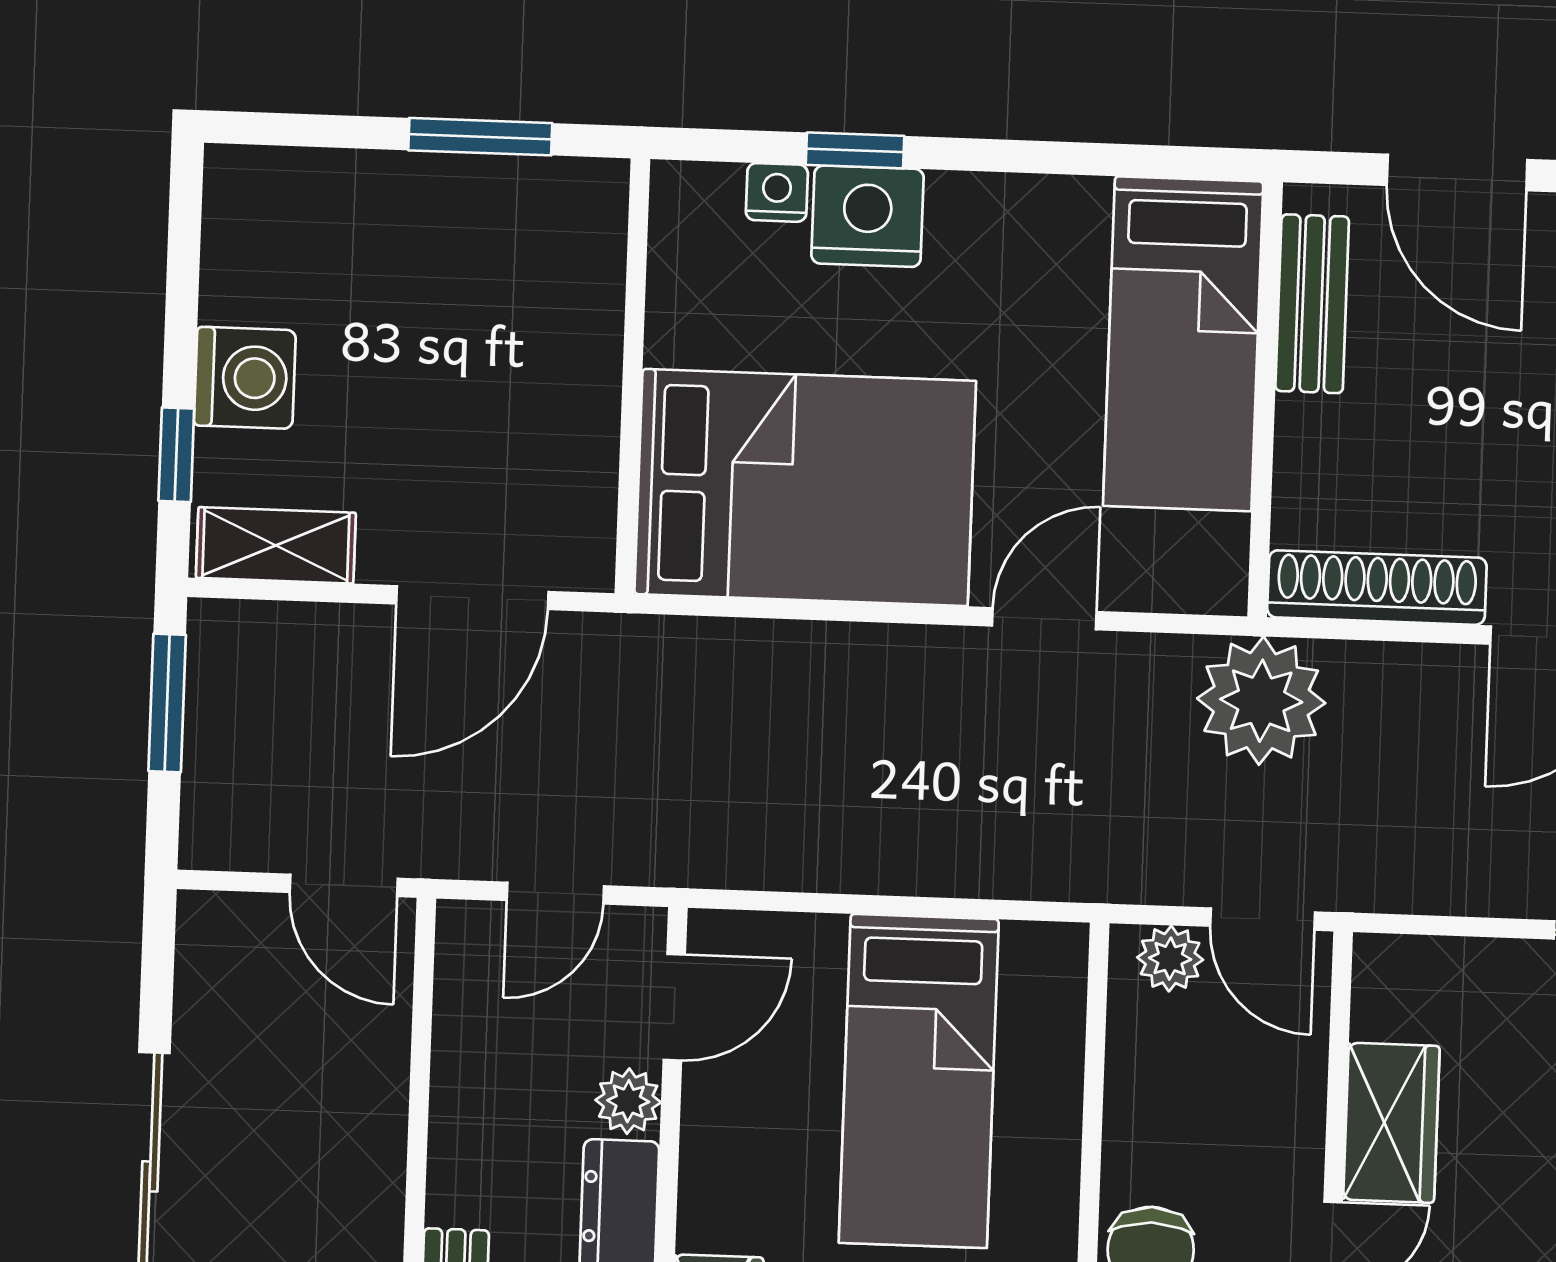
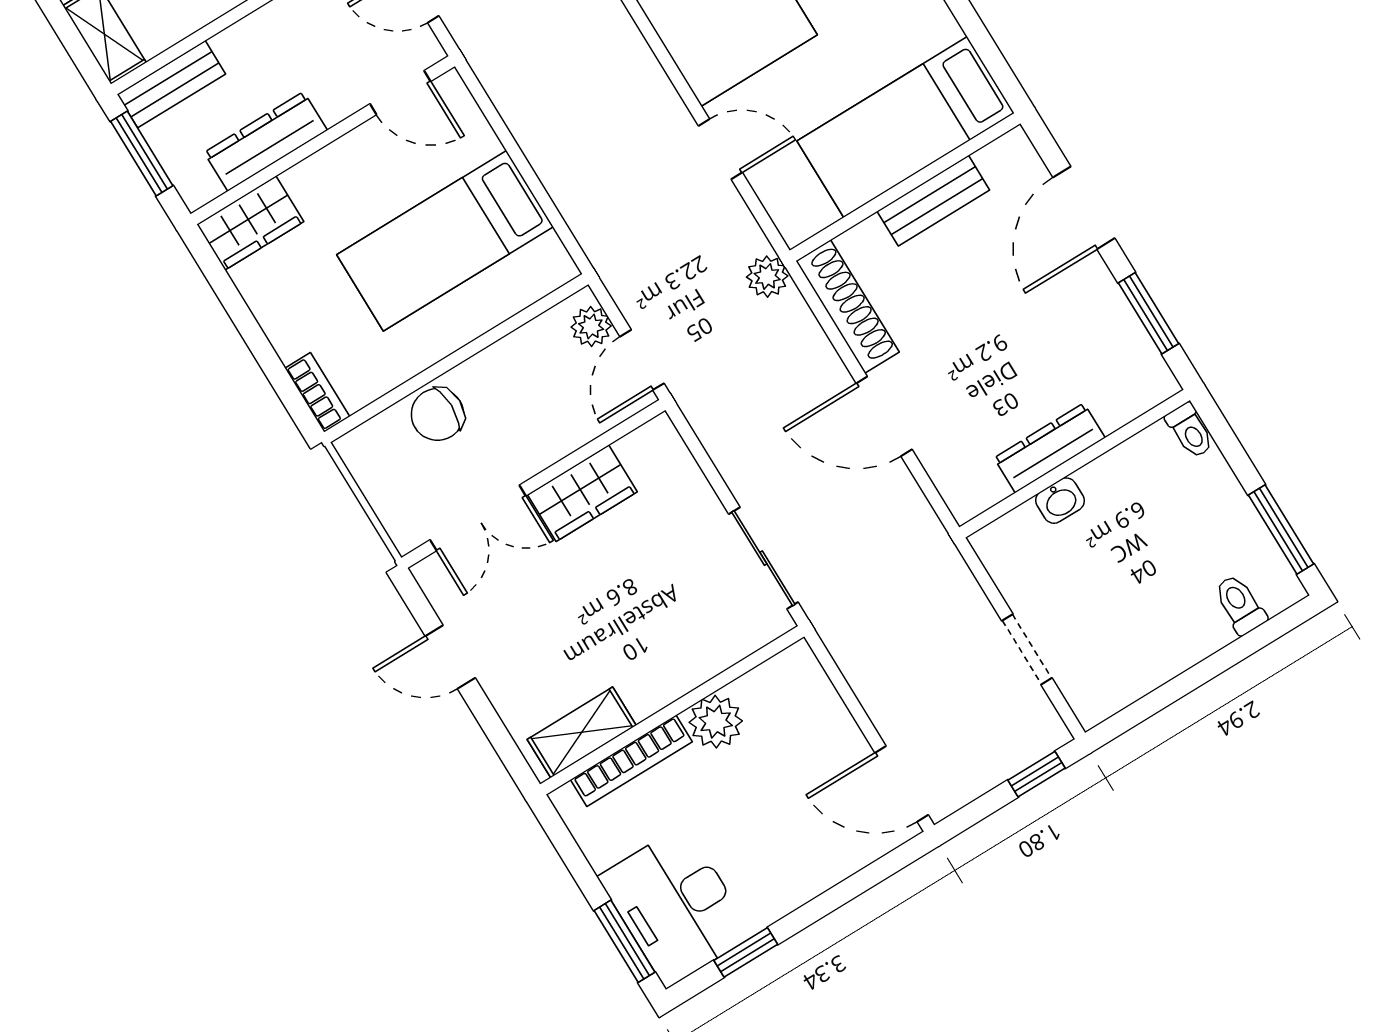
bench: (1312, 304) -> (933, 201), moved
plant: (1261, 701) -> (767, 277), width x0.53, depth x0.53
plant: (628, 1101) -> (337, 101), removed

